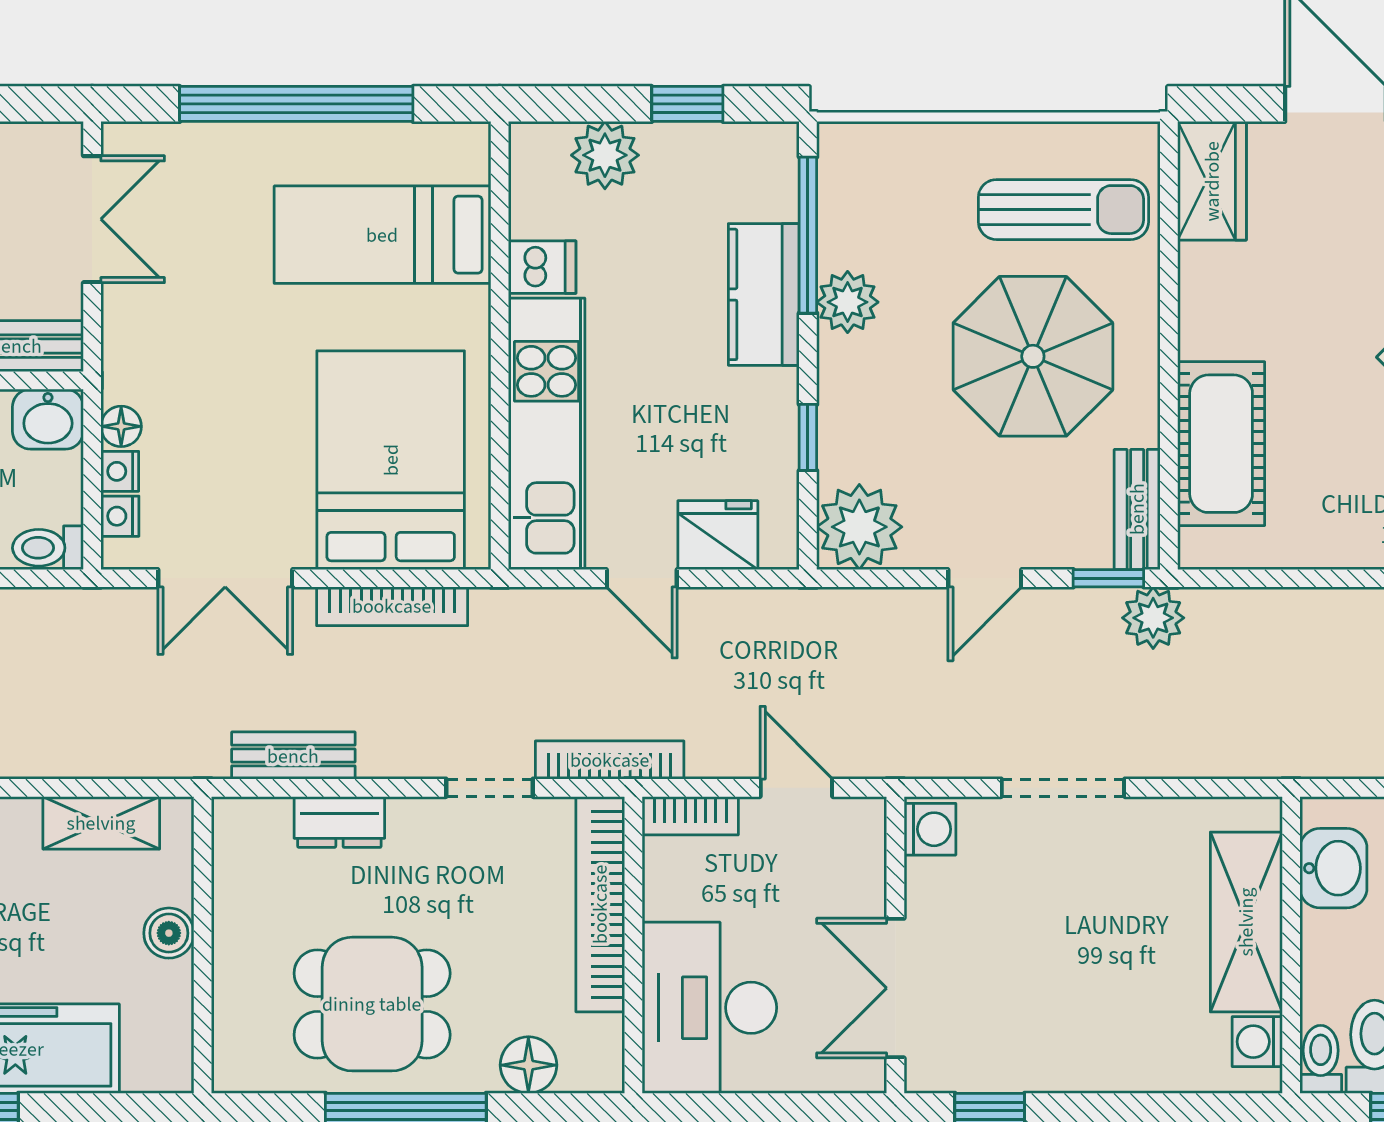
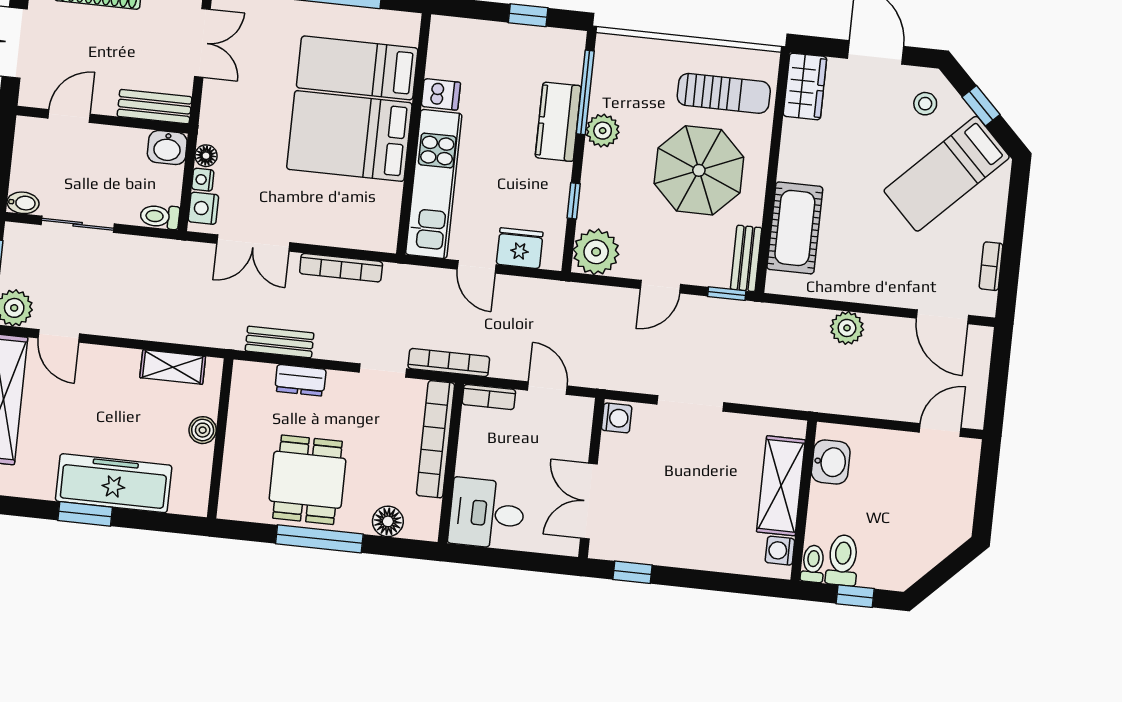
plant: (605, 155) -> (481, 38), removed
bed: (391, 460) -> (349, 136), moved, turned -90
nightstand: (120, 516) -> (203, 208), width x1.39, depth x1.35
plant: (1153, 618) -> (847, 328), moved
dining table: (372, 1004) -> (307, 480), turned 90
desk: (709, 1008) -> (487, 513), width x0.73

